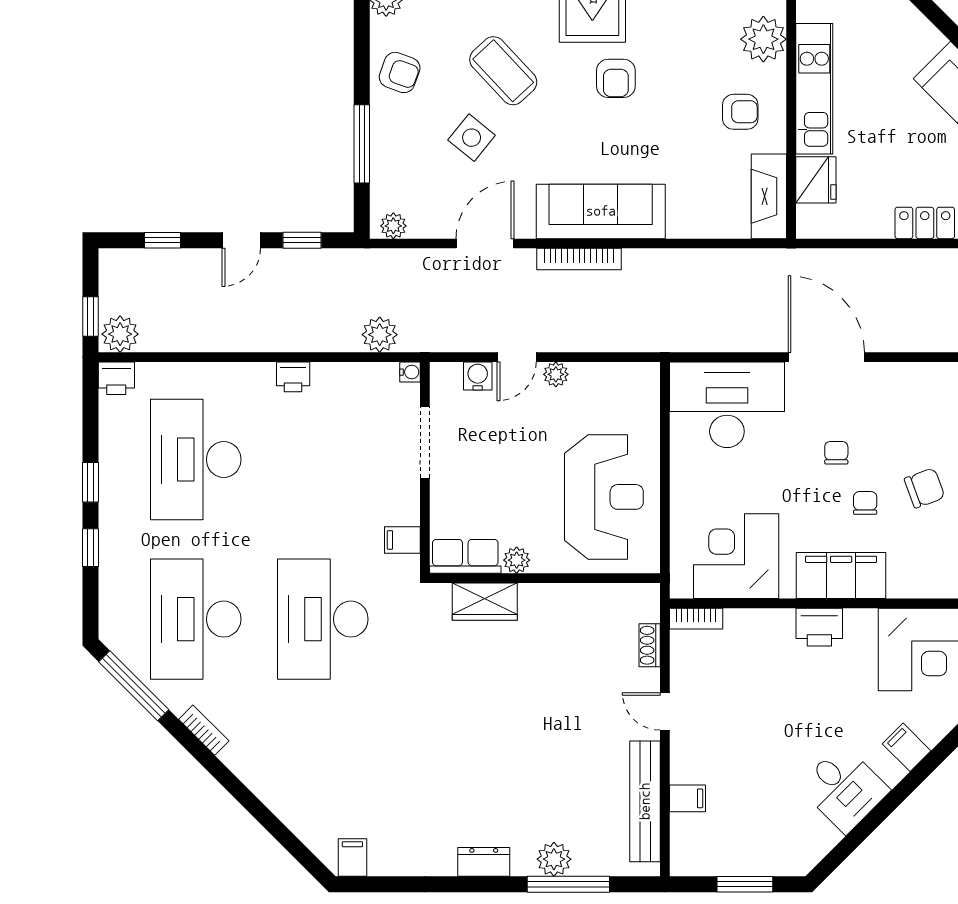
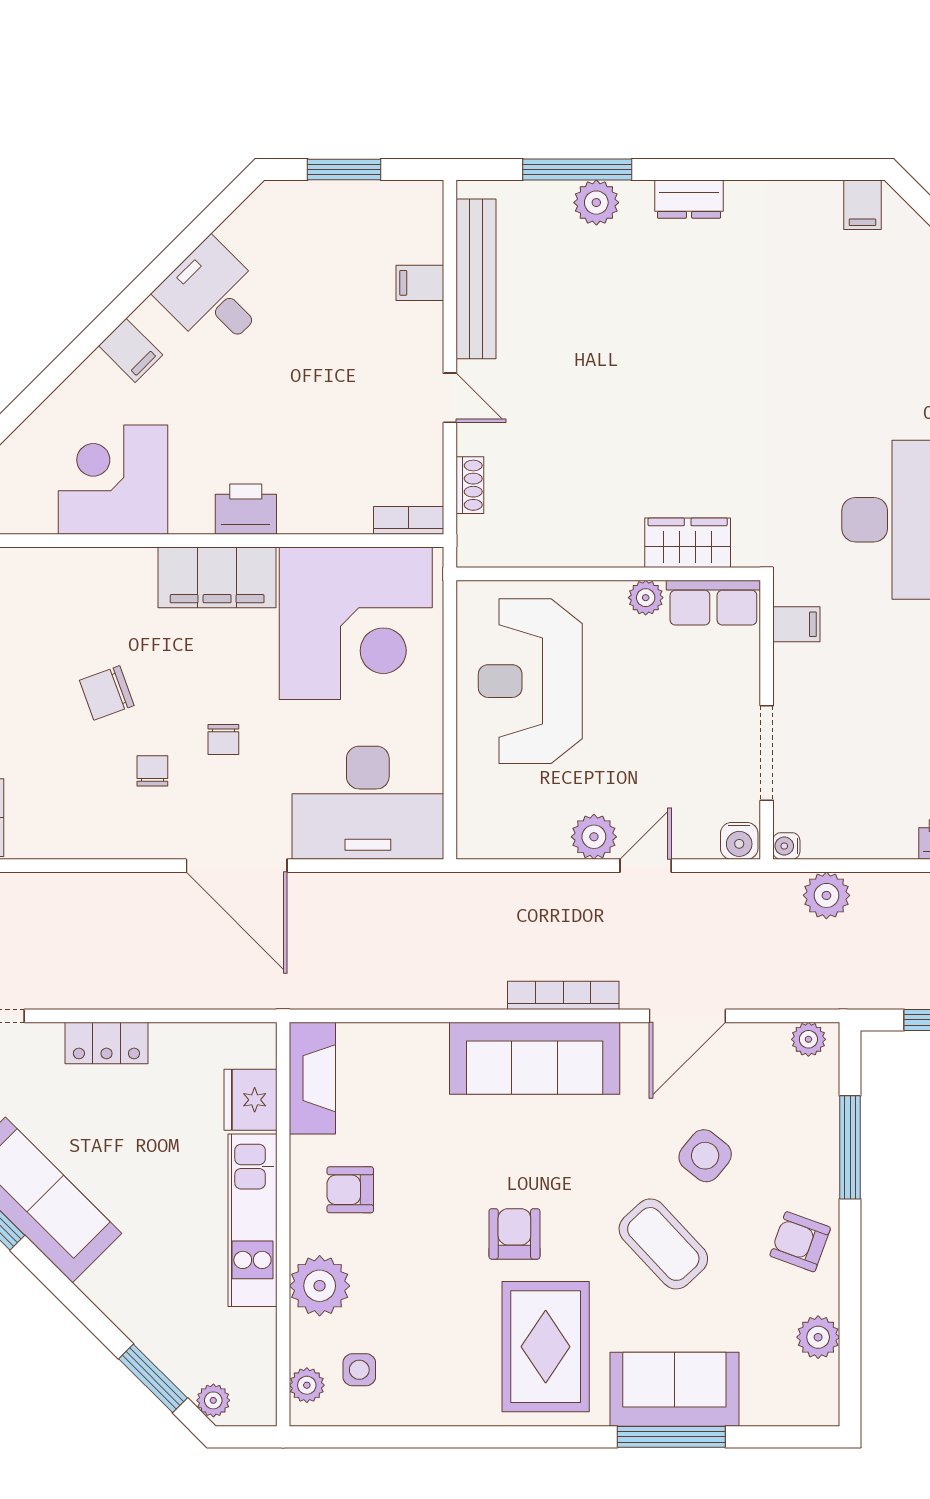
plant: (556, 374) -> (594, 837), width x1.38, depth x1.38
water cooler: (478, 376) -> (739, 841), moved
chair: (865, 503) -> (152, 771), moved, turned 180
corner desk: (736, 556) -> (356, 623), width x1.36, depth x1.36

